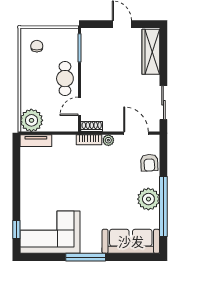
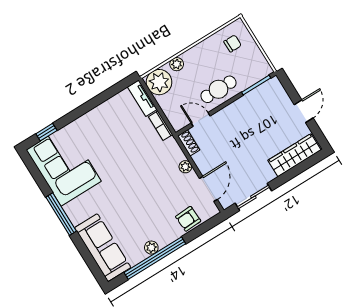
plant: (26, 98) -> (177, 64), added
bookcase: (89, 140) -> (161, 126), moved
plant: (148, 199) -> (151, 248), width x0.53, depth x0.53

